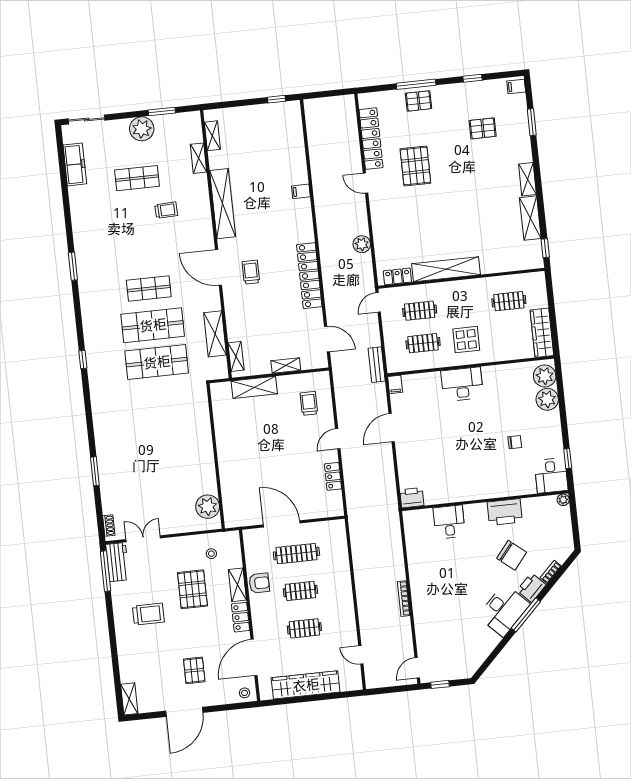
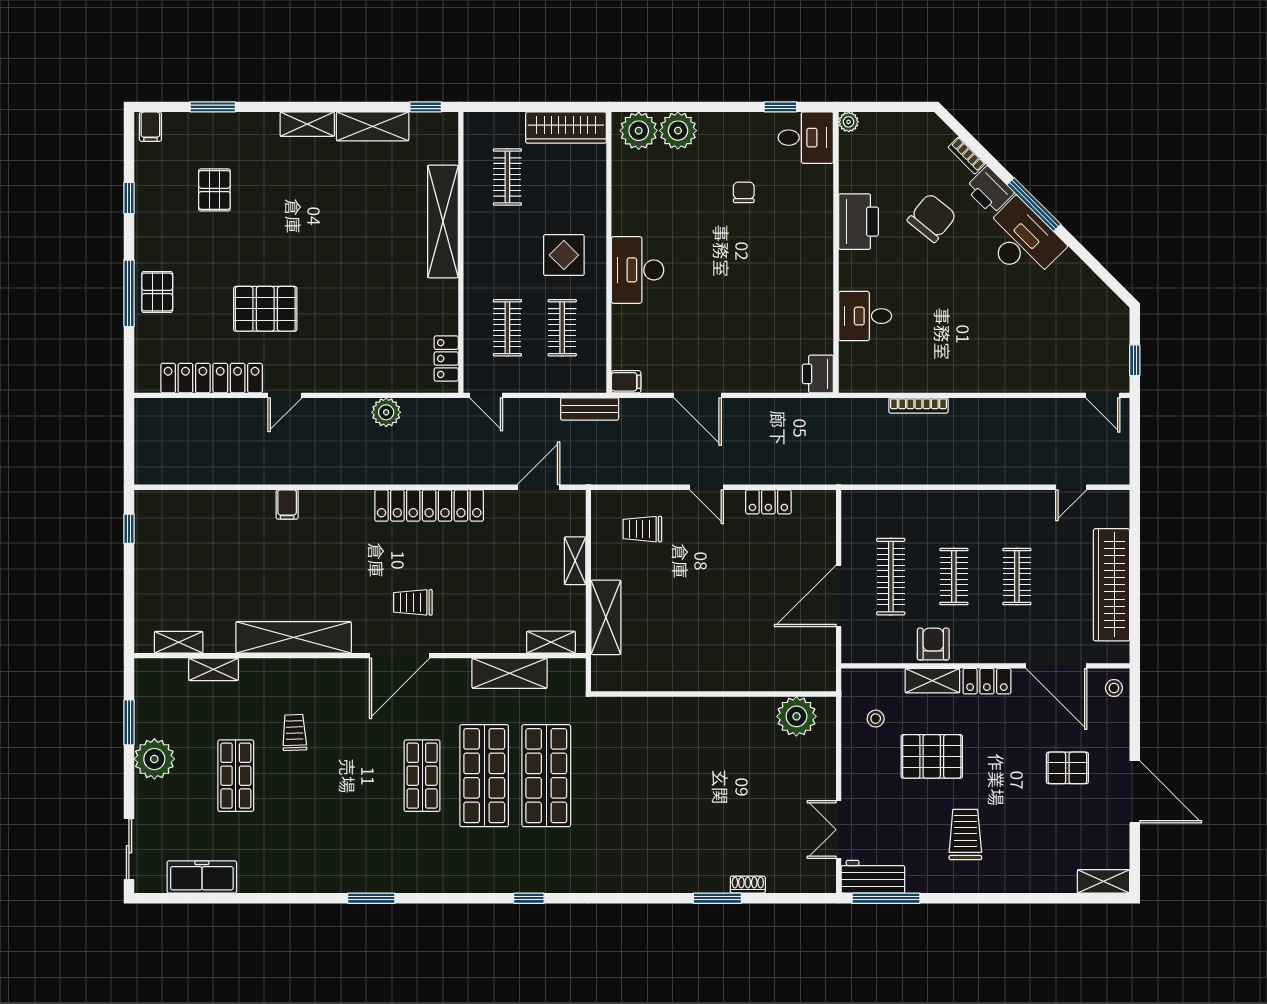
shelving: (446, 269) -> (443, 221), moved
shoe rack: (109, 525) -> (748, 885), moved
bookcase: (404, 599) -> (919, 405), moved

